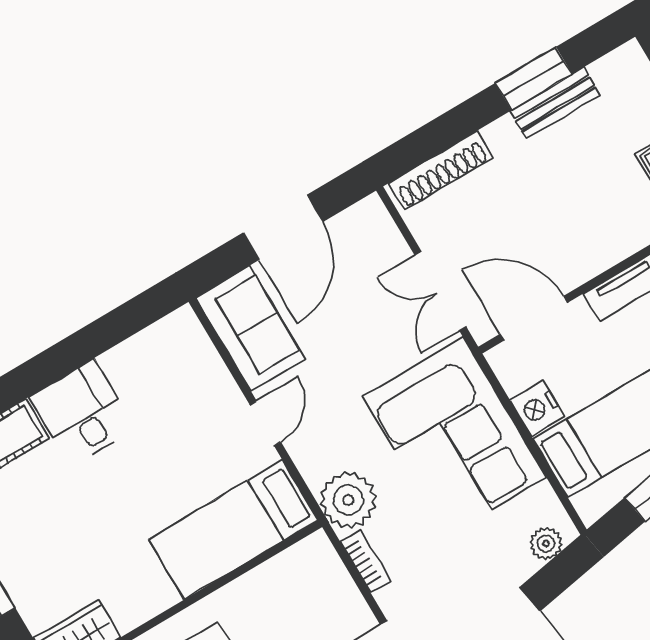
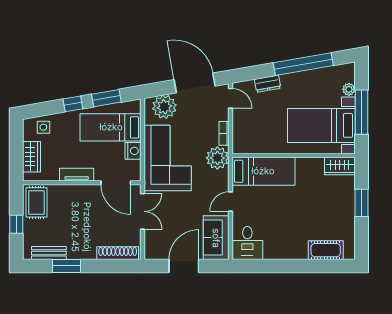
bench: (555, 103) -> (49, 253), moved
desk: (82, 413) -> (247, 243), moved
plant: (546, 543) -> (164, 107), width x1.88, depth x1.88

